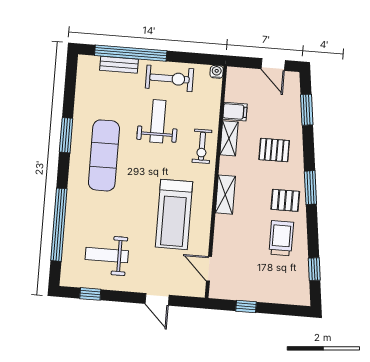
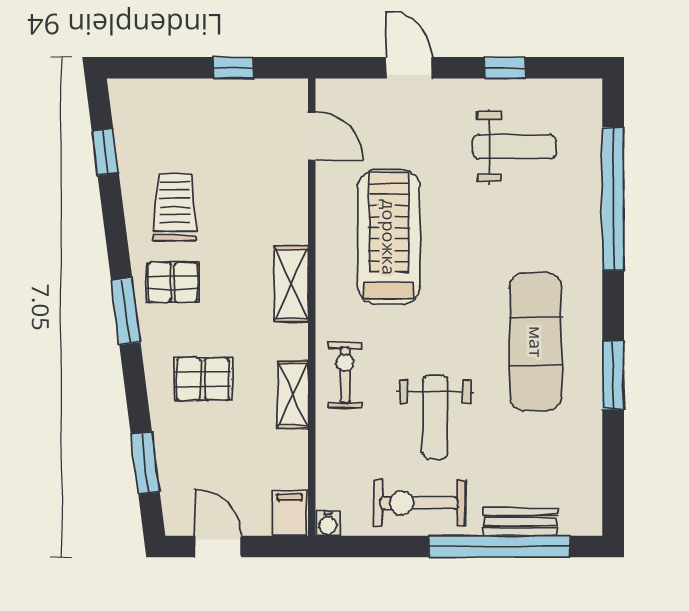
filing cabinet: (235, 112) -> (290, 513), moved, turned 90
trolley: (281, 238) -> (175, 207), turned 180
window: (90, 294) -> (505, 68), moved

